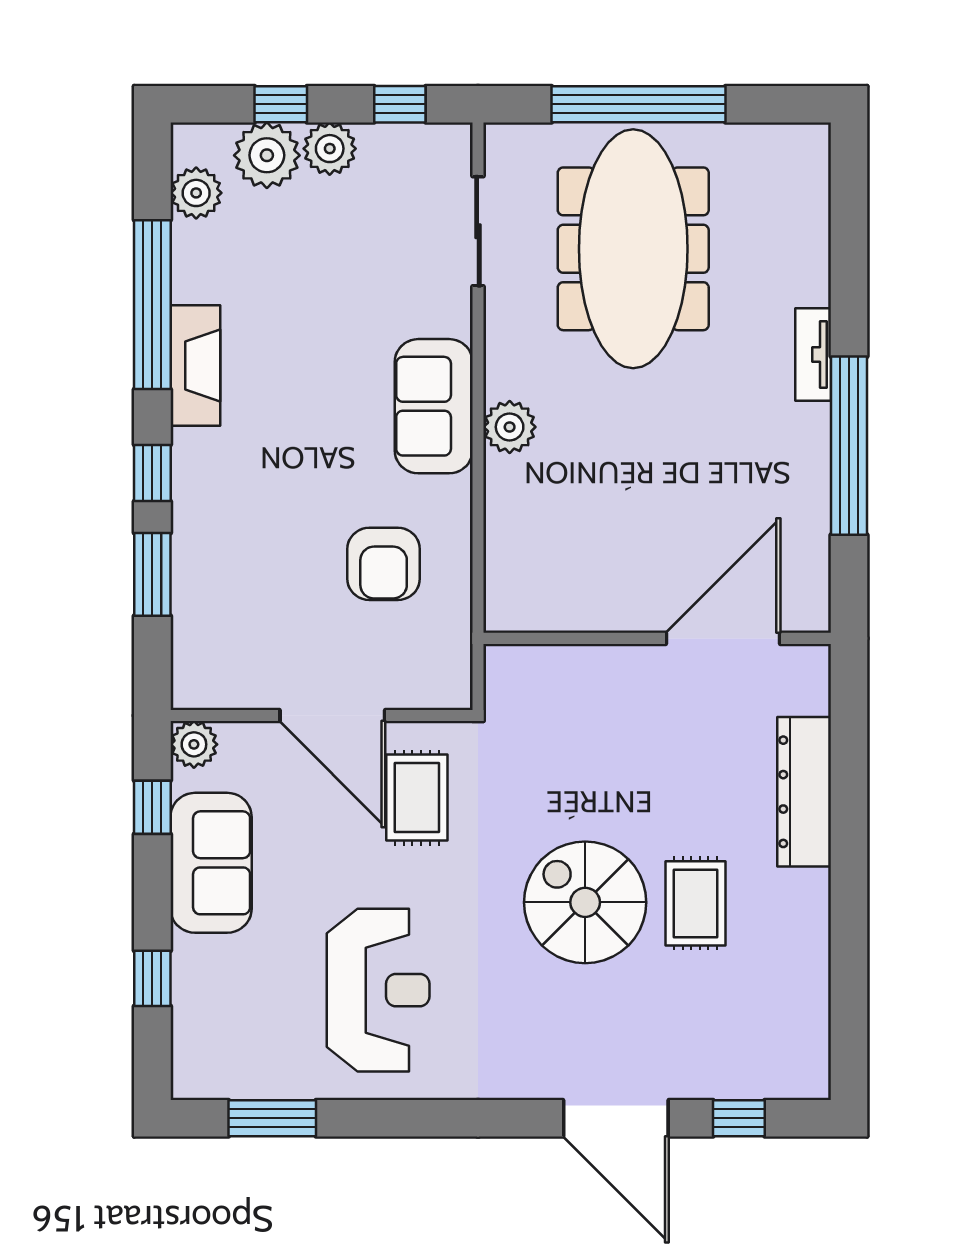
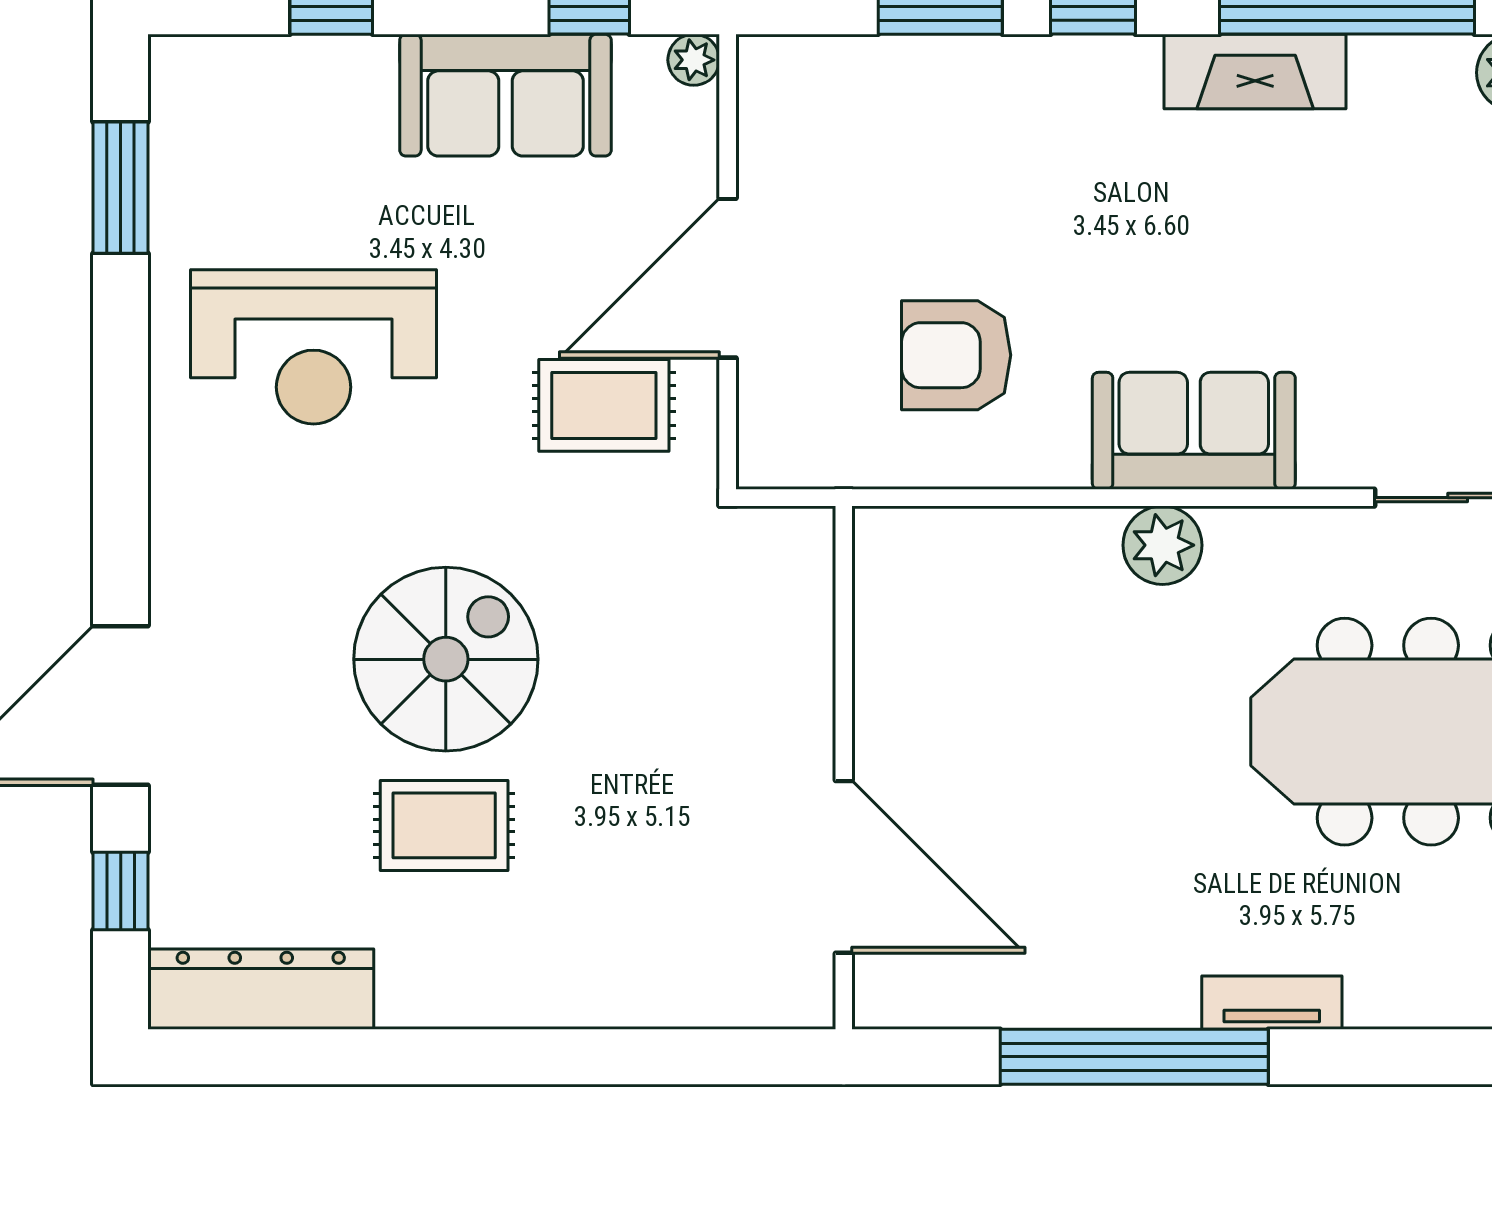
plant: (194, 744) -> (694, 60), width x0.73, depth x0.73
dresser: (804, 792) -> (261, 989), moved

